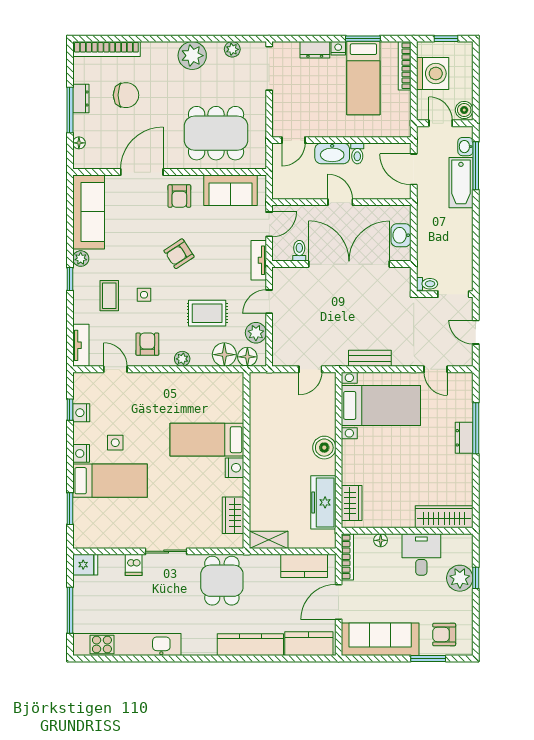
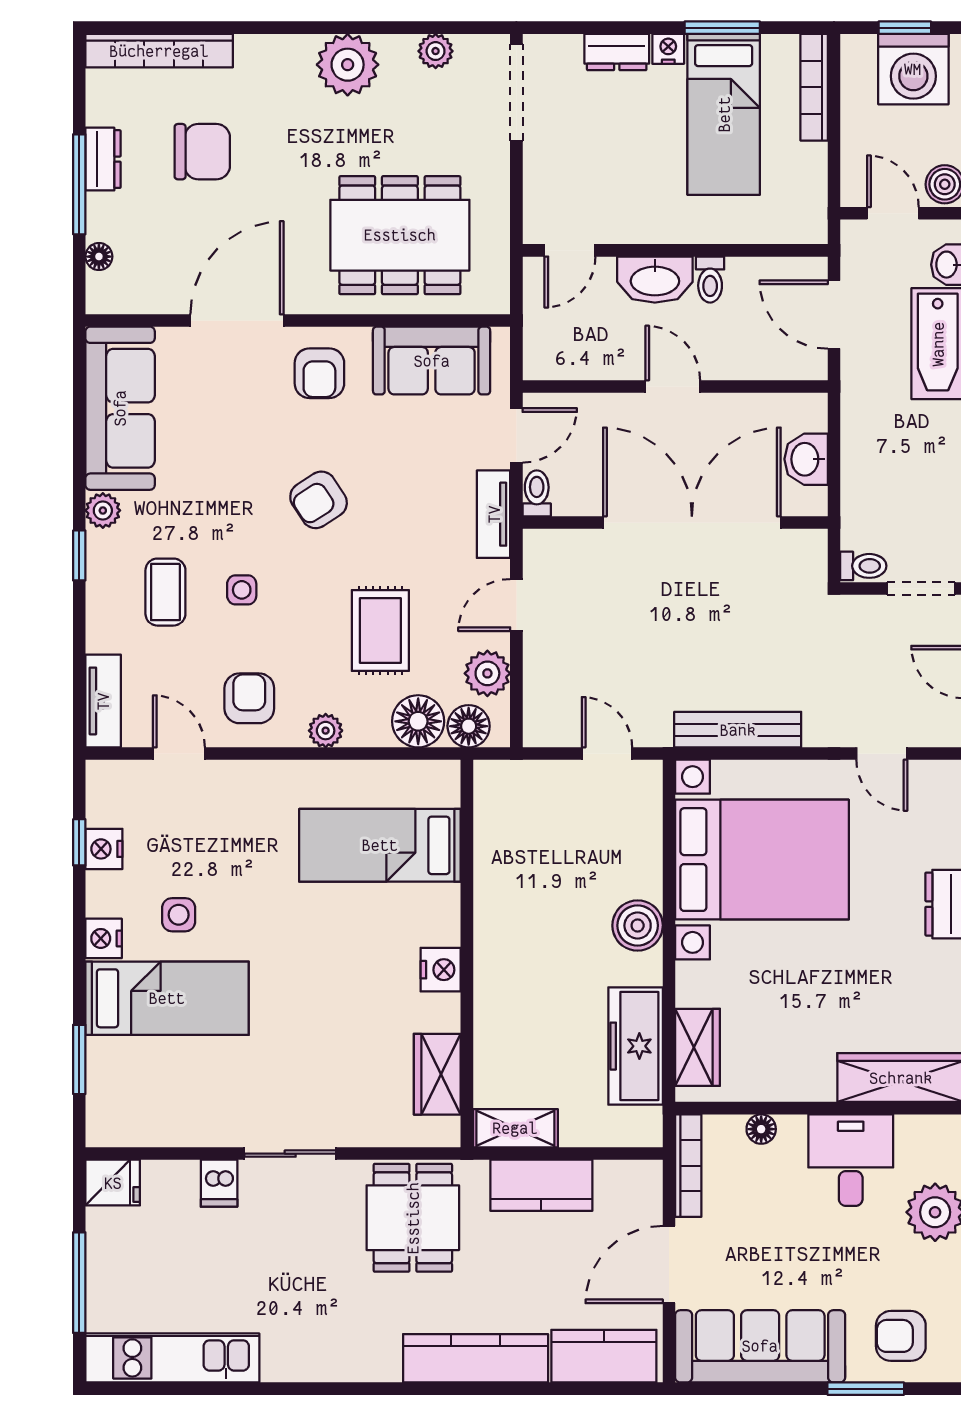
washing machine: (433, 73) -> (913, 69), moved, turned 90
toilet: (299, 251) -> (537, 493), moved
rug: (207, 313) -> (380, 630), turned 90
bench: (370, 358) -> (738, 730), width x1.36
door: (310, 369) -> (607, 754), swing flipped
bed with nightstands: (381, 405) -> (762, 860), width x1.36
bed: (207, 440) -> (380, 845), moved
kitchen counter: (304, 566) -> (541, 1185), moved
kitchen unit: (127, 645) -> (172, 1358), width x0.73

